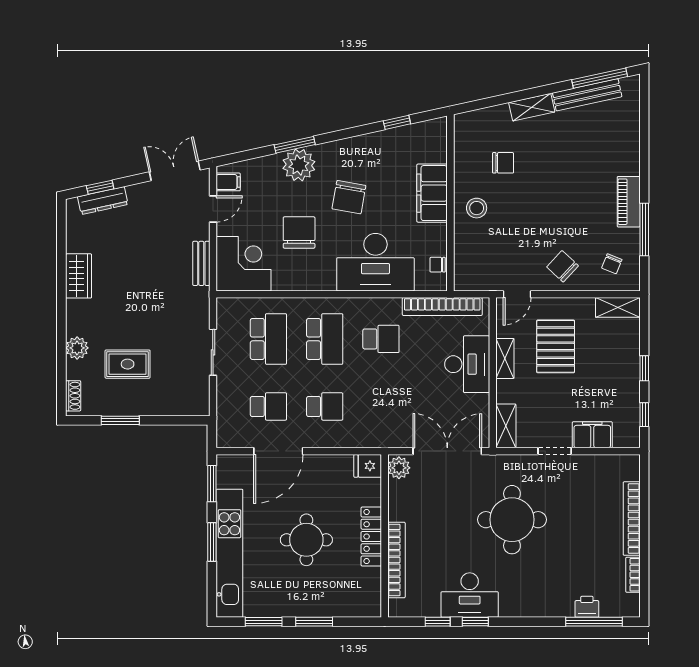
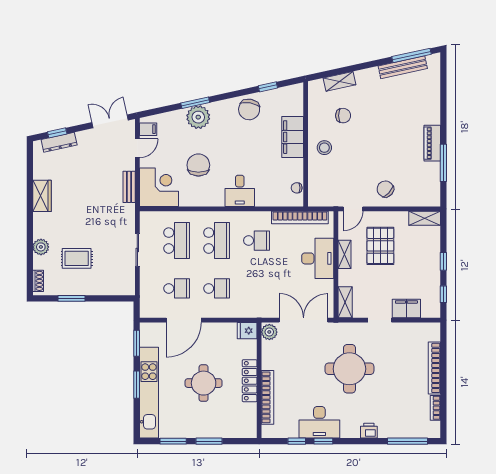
shelving: (532, 107) -> (340, 81), moved
chair: (349, 197) -> (249, 109), moved
desk: (375, 262) -> (240, 191), width x0.53, depth x0.77
chair: (612, 264) -> (420, 187), removed
printer: (587, 607) -> (369, 431), moved

